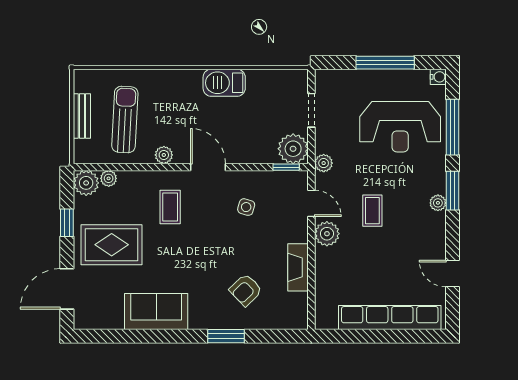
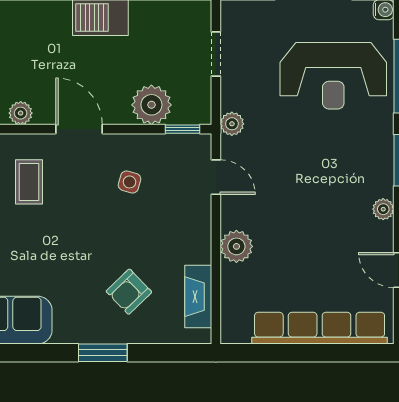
plant: (293, 149) -> (151, 105), moved
plant: (438, 203) -> (383, 209), moved
coffee table: (372, 211) -> (297, 187), removed
plant: (327, 234) -> (236, 246), moved
fireplace: (298, 267) -> (198, 297), moved

